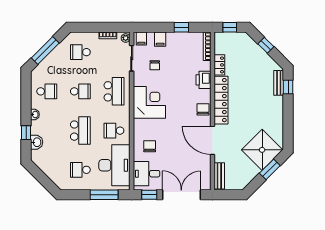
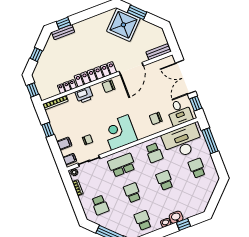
school desk: (80, 131) -> (165, 180), width x0.54
washbasin: (37, 142) -> (176, 217), moved
school desk: (80, 170) -> (197, 168), turned 180

